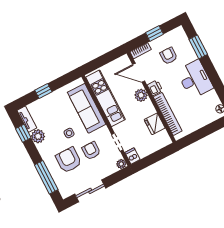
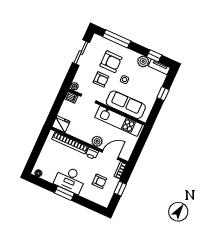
window: (198, 47) -> (64, 193), moved
fridge: (155, 124) -> (61, 124), moved

